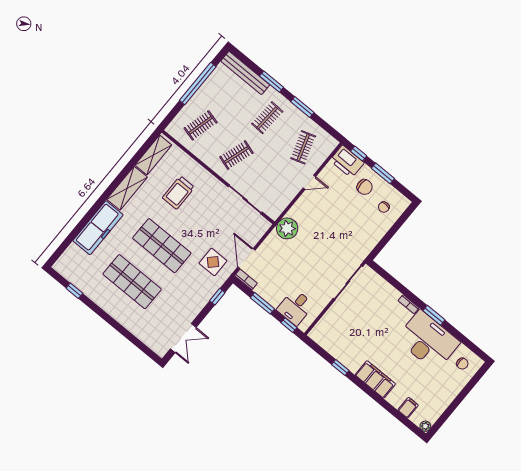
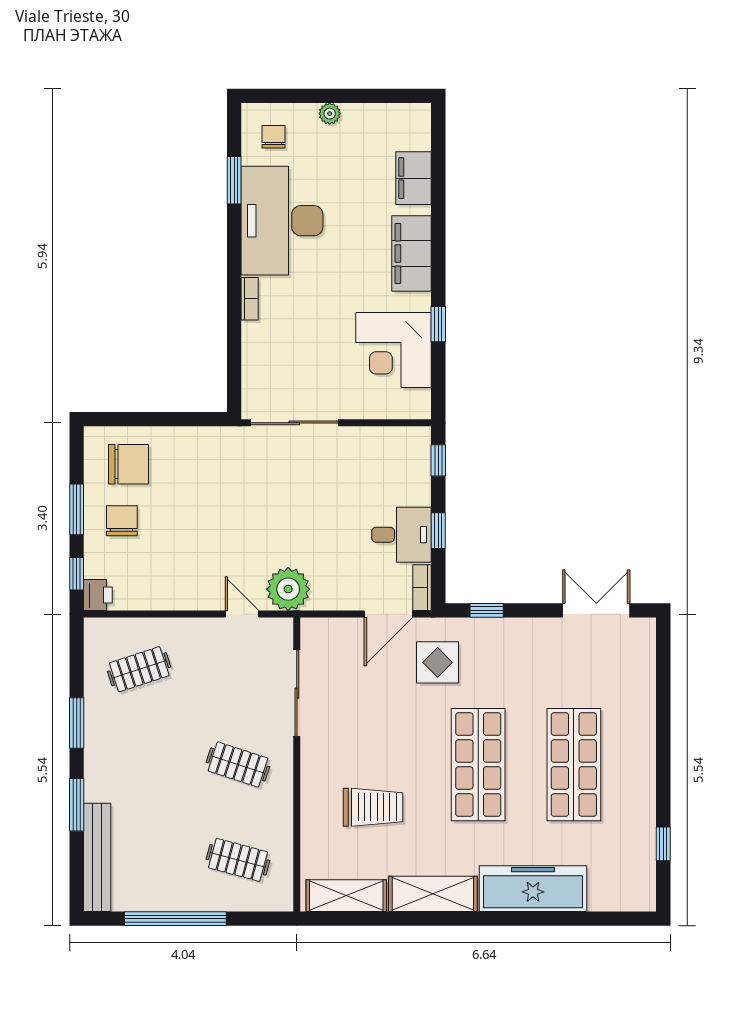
clothes rail: (267, 118) -> (139, 765), removed
printer: (347, 162) -> (98, 595), width x0.53, depth x0.68
door: (309, 182) -> (242, 614), moved
chair: (384, 207) -> (128, 464), width x1.87, depth x1.87
window: (262, 303) -> (438, 531), width x0.67
desk: (295, 307) -> (402, 535), moved
window: (434, 315) -> (234, 180), moved
corner desk: (344, 343) -> (394, 350), added
filing cabinet: (408, 408) -> (414, 178), width x2.00
plant: (425, 426) -> (330, 114), moved

